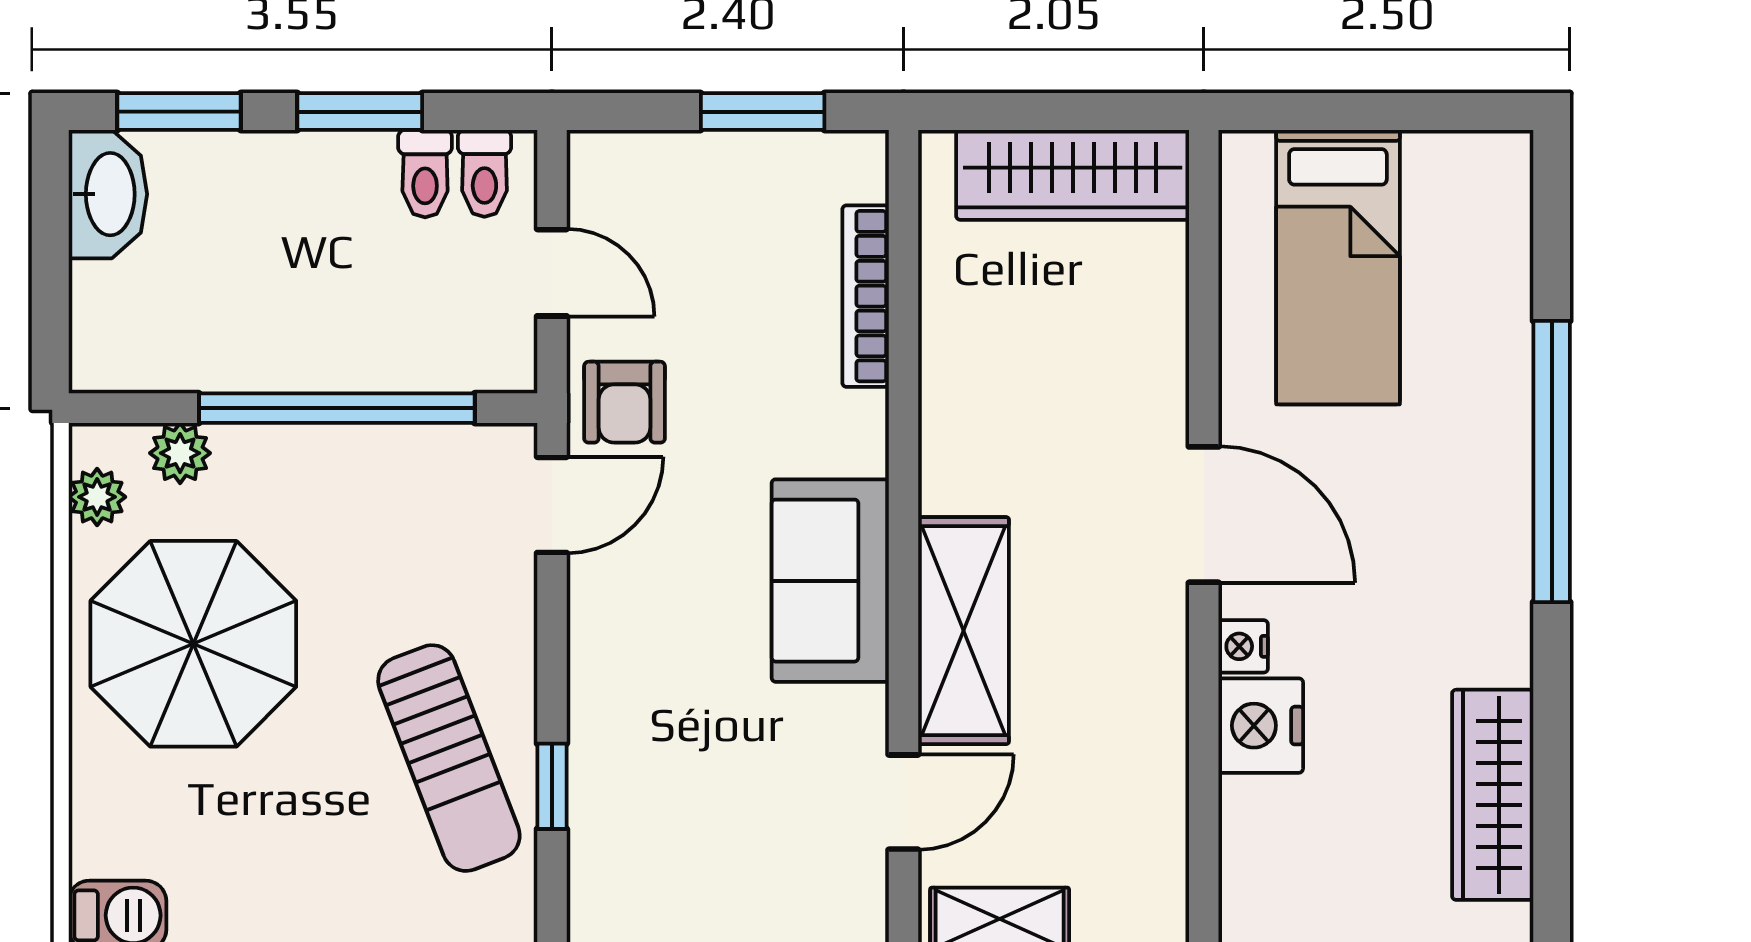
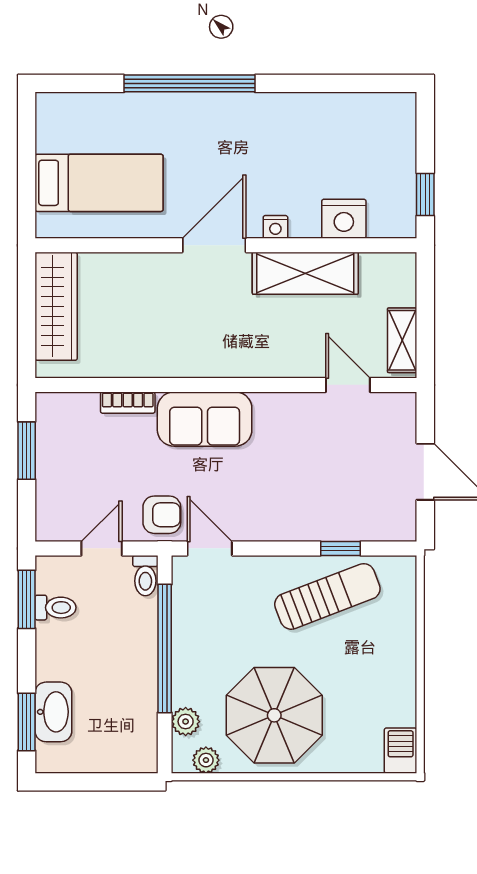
window: (360, 112) -> (27, 599), moved
toilet: (484, 173) -> (145, 576), moved, turned 90
washbasin: (108, 194) -> (53, 712), moved, turned 90
bookcase: (866, 296) -> (128, 403), width x0.64
sofa: (830, 581) -> (205, 419), moved
shelving: (964, 631) -> (305, 273), moved
nightstand: (1261, 726) -> (344, 219), moved
wardrobe: (1493, 795) -> (344, 111), removed

